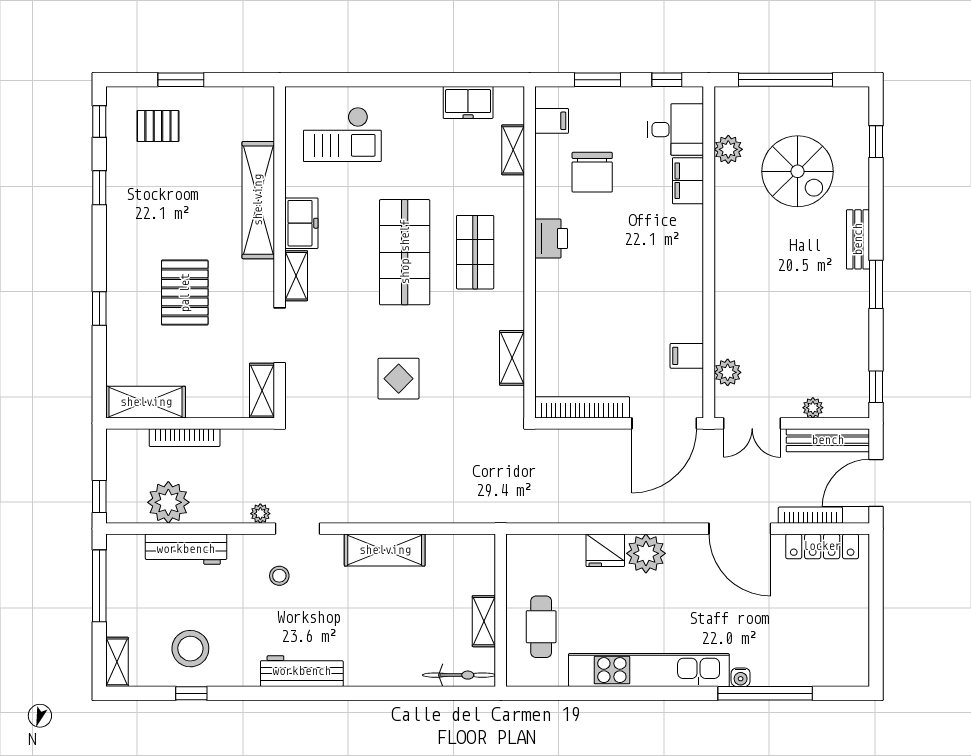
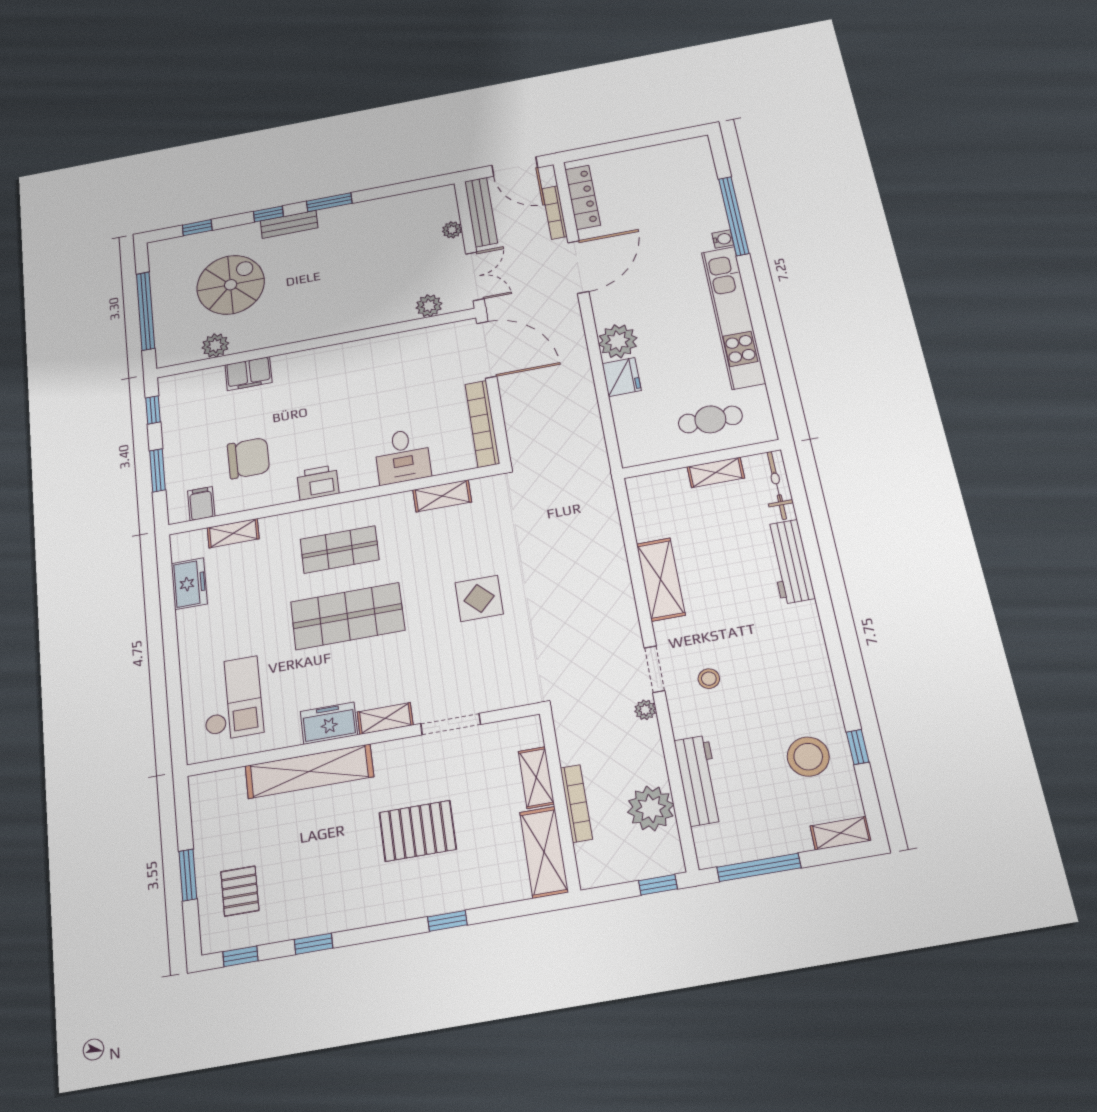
desk: (676, 130) -> (402, 456), moved, turned 180
filing cabinet: (687, 356) -> (418, 343), removed
window: (876, 387) -> (268, 214), moved
shelving: (262, 391) -> (536, 778), moved, turned 90
workbench: (302, 671) -> (790, 562), moved

